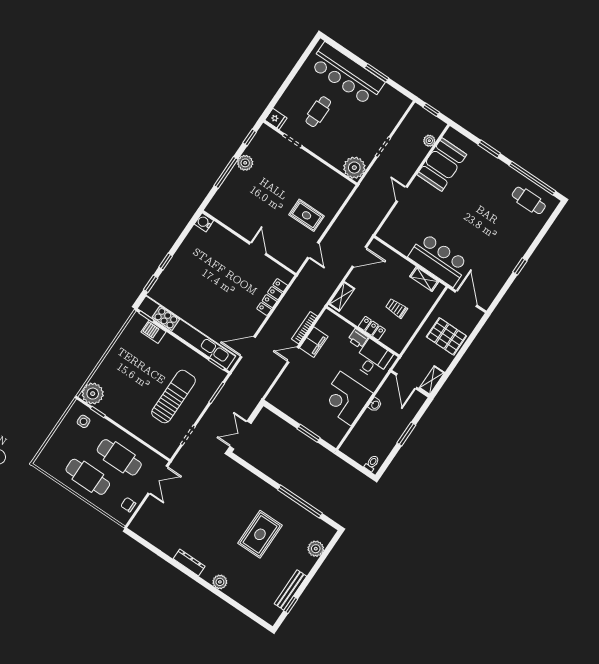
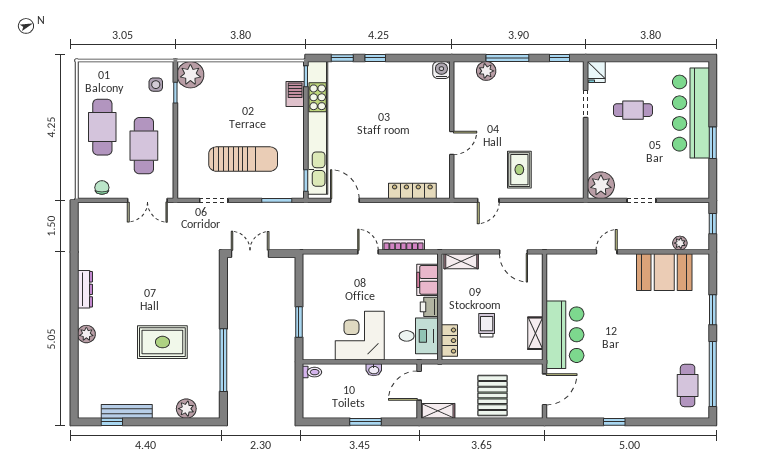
plant: (245, 163) -> (486, 71), moved
locker: (372, 328) -> (449, 341), moved
filing cabinet: (314, 342) -> (427, 280), moved, turned 90
toilet: (372, 463) -> (312, 372), moved

